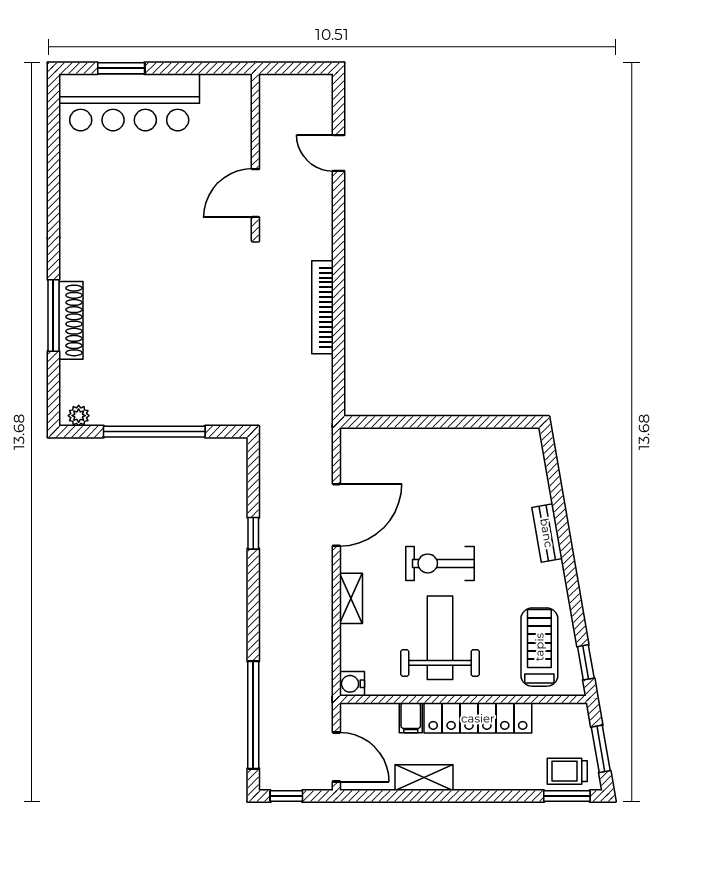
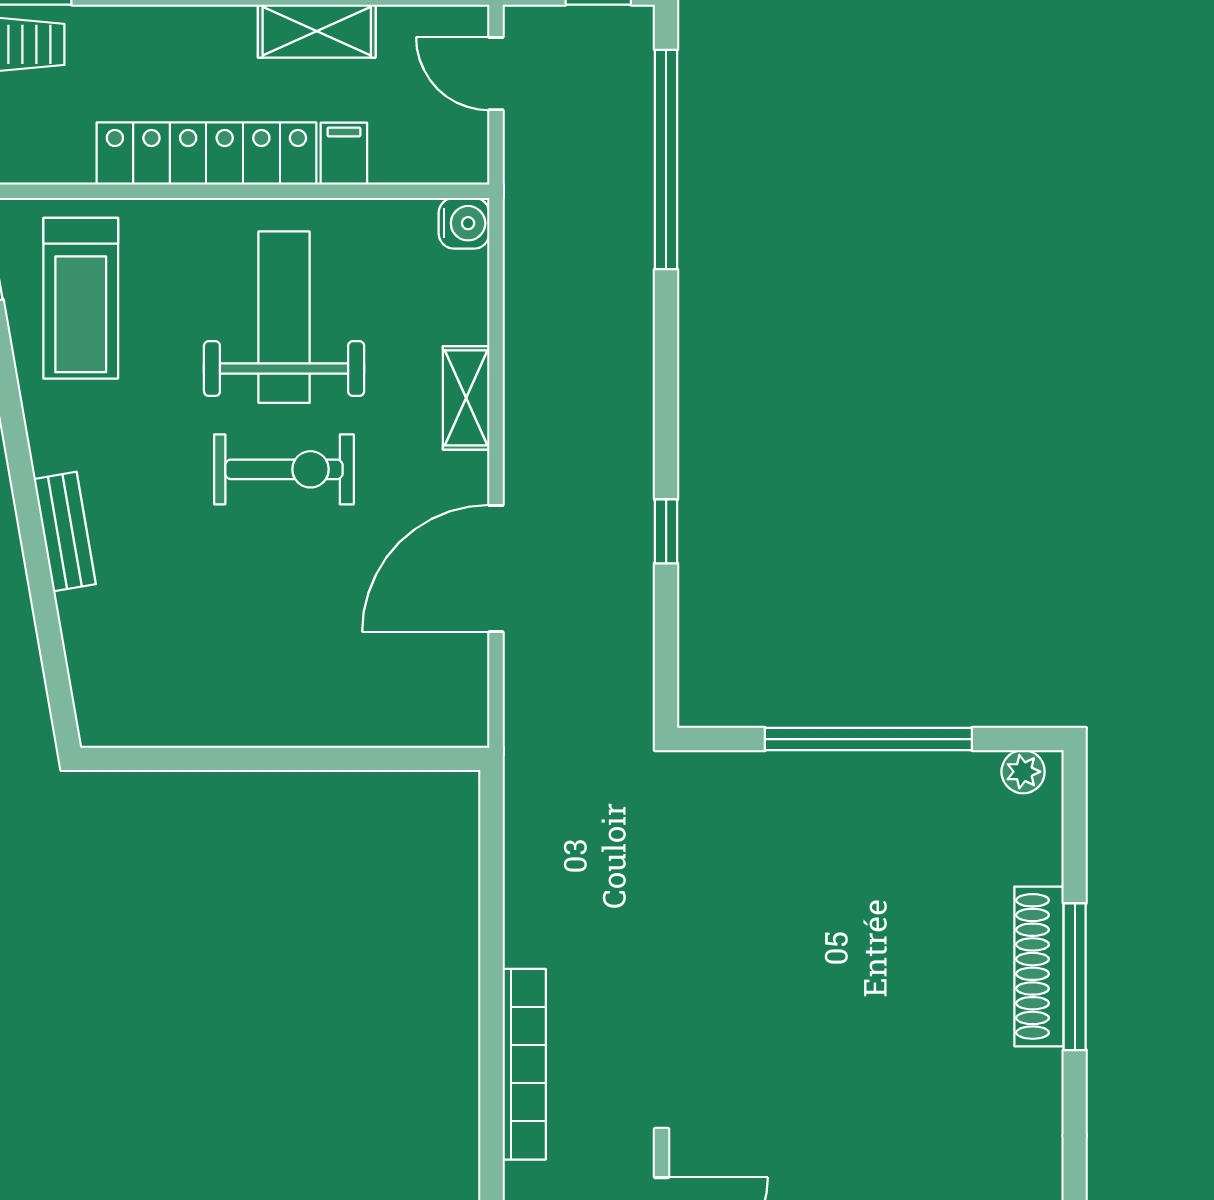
bookcase: (323, 307) -> (524, 1064), moved
weight bench: (440, 638) -> (284, 317), turned 180
door: (336, 757) -> (496, 74), width x0.73

